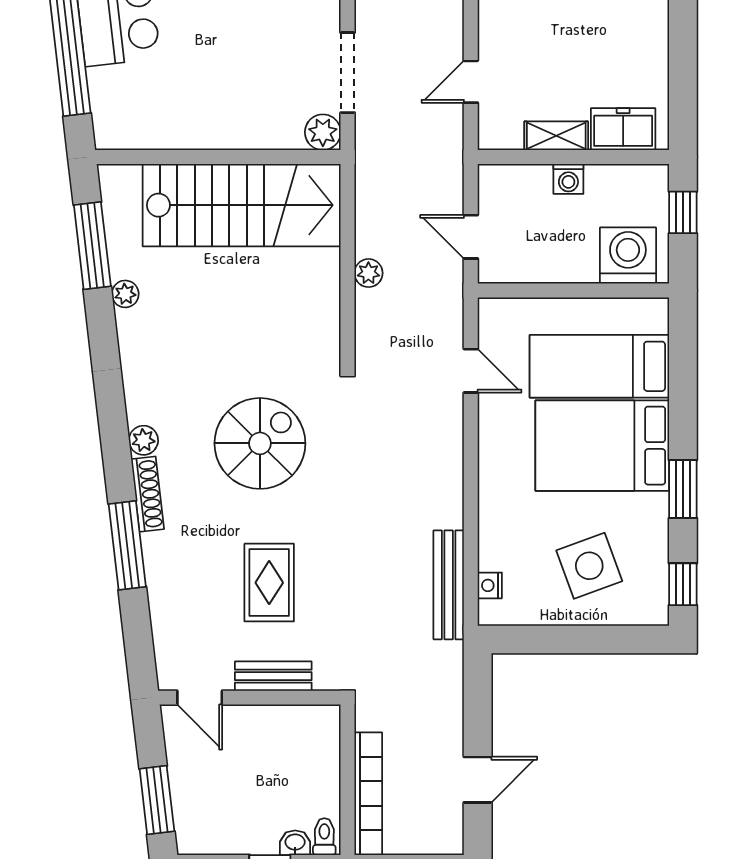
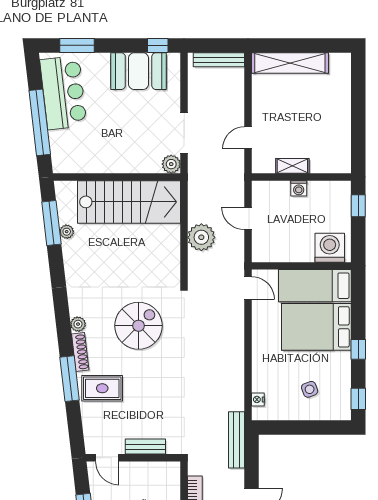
freezer: (623, 129) -> (327, 162), removed
washing machine: (628, 256) -> (330, 248), moved
plant: (368, 273) -> (201, 237), width x1.88, depth x1.88
wall: (573, 290) -> (301, 266), moved
plant: (125, 294) -> (67, 232), moved
window: (683, 489) -> (358, 349), width x0.67
side table: (589, 566) -> (310, 389), width x0.54, depth x0.54
rug: (269, 583) -> (102, 388), moved, turned 90
bench: (449, 585) -> (237, 440), moved

